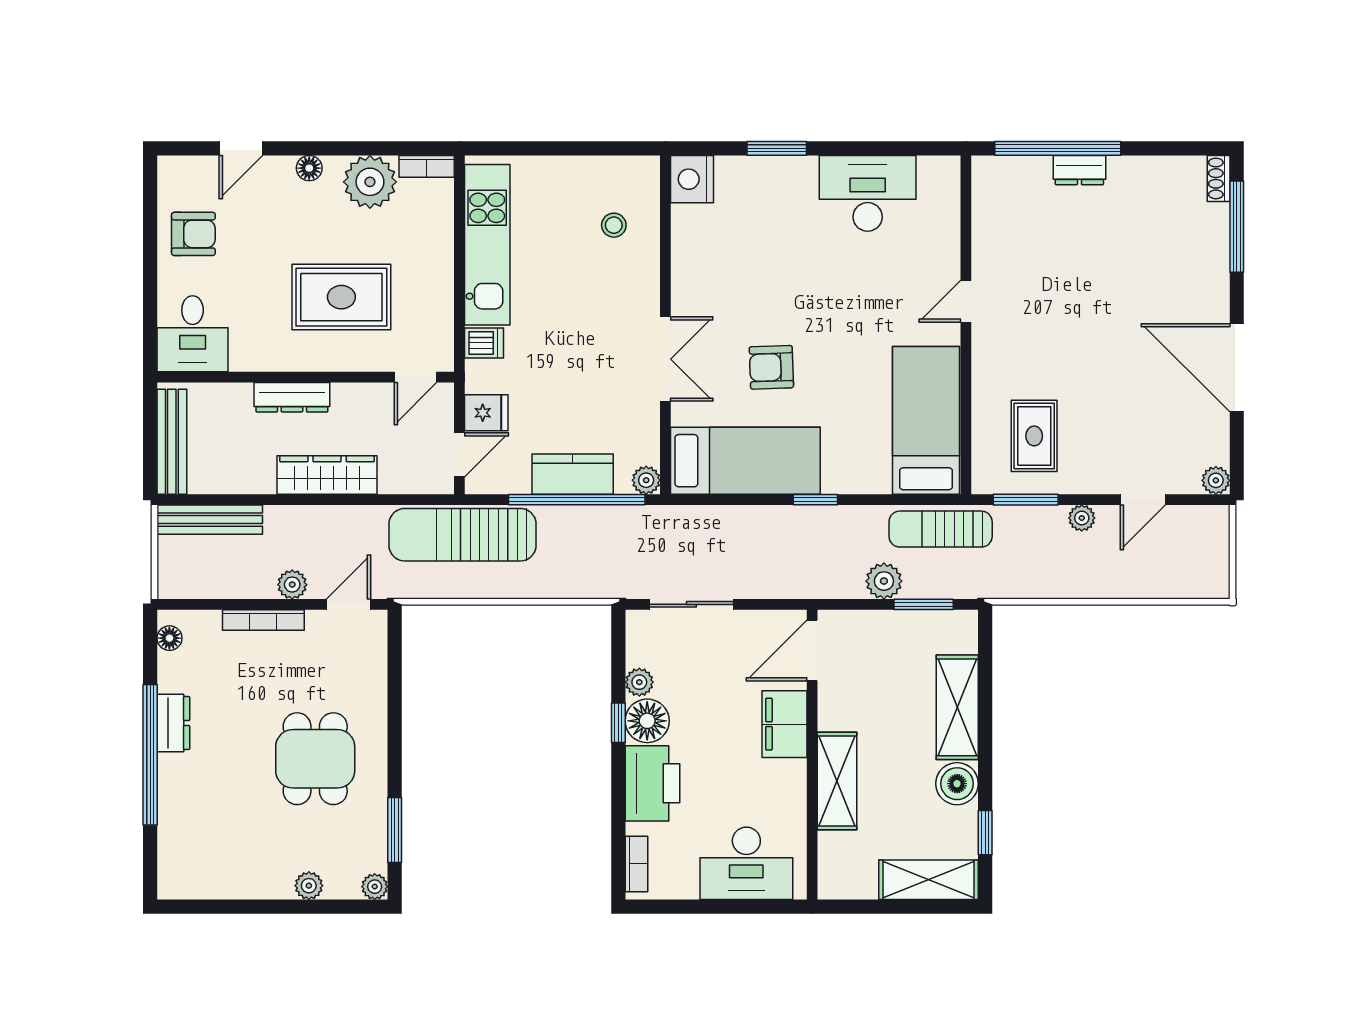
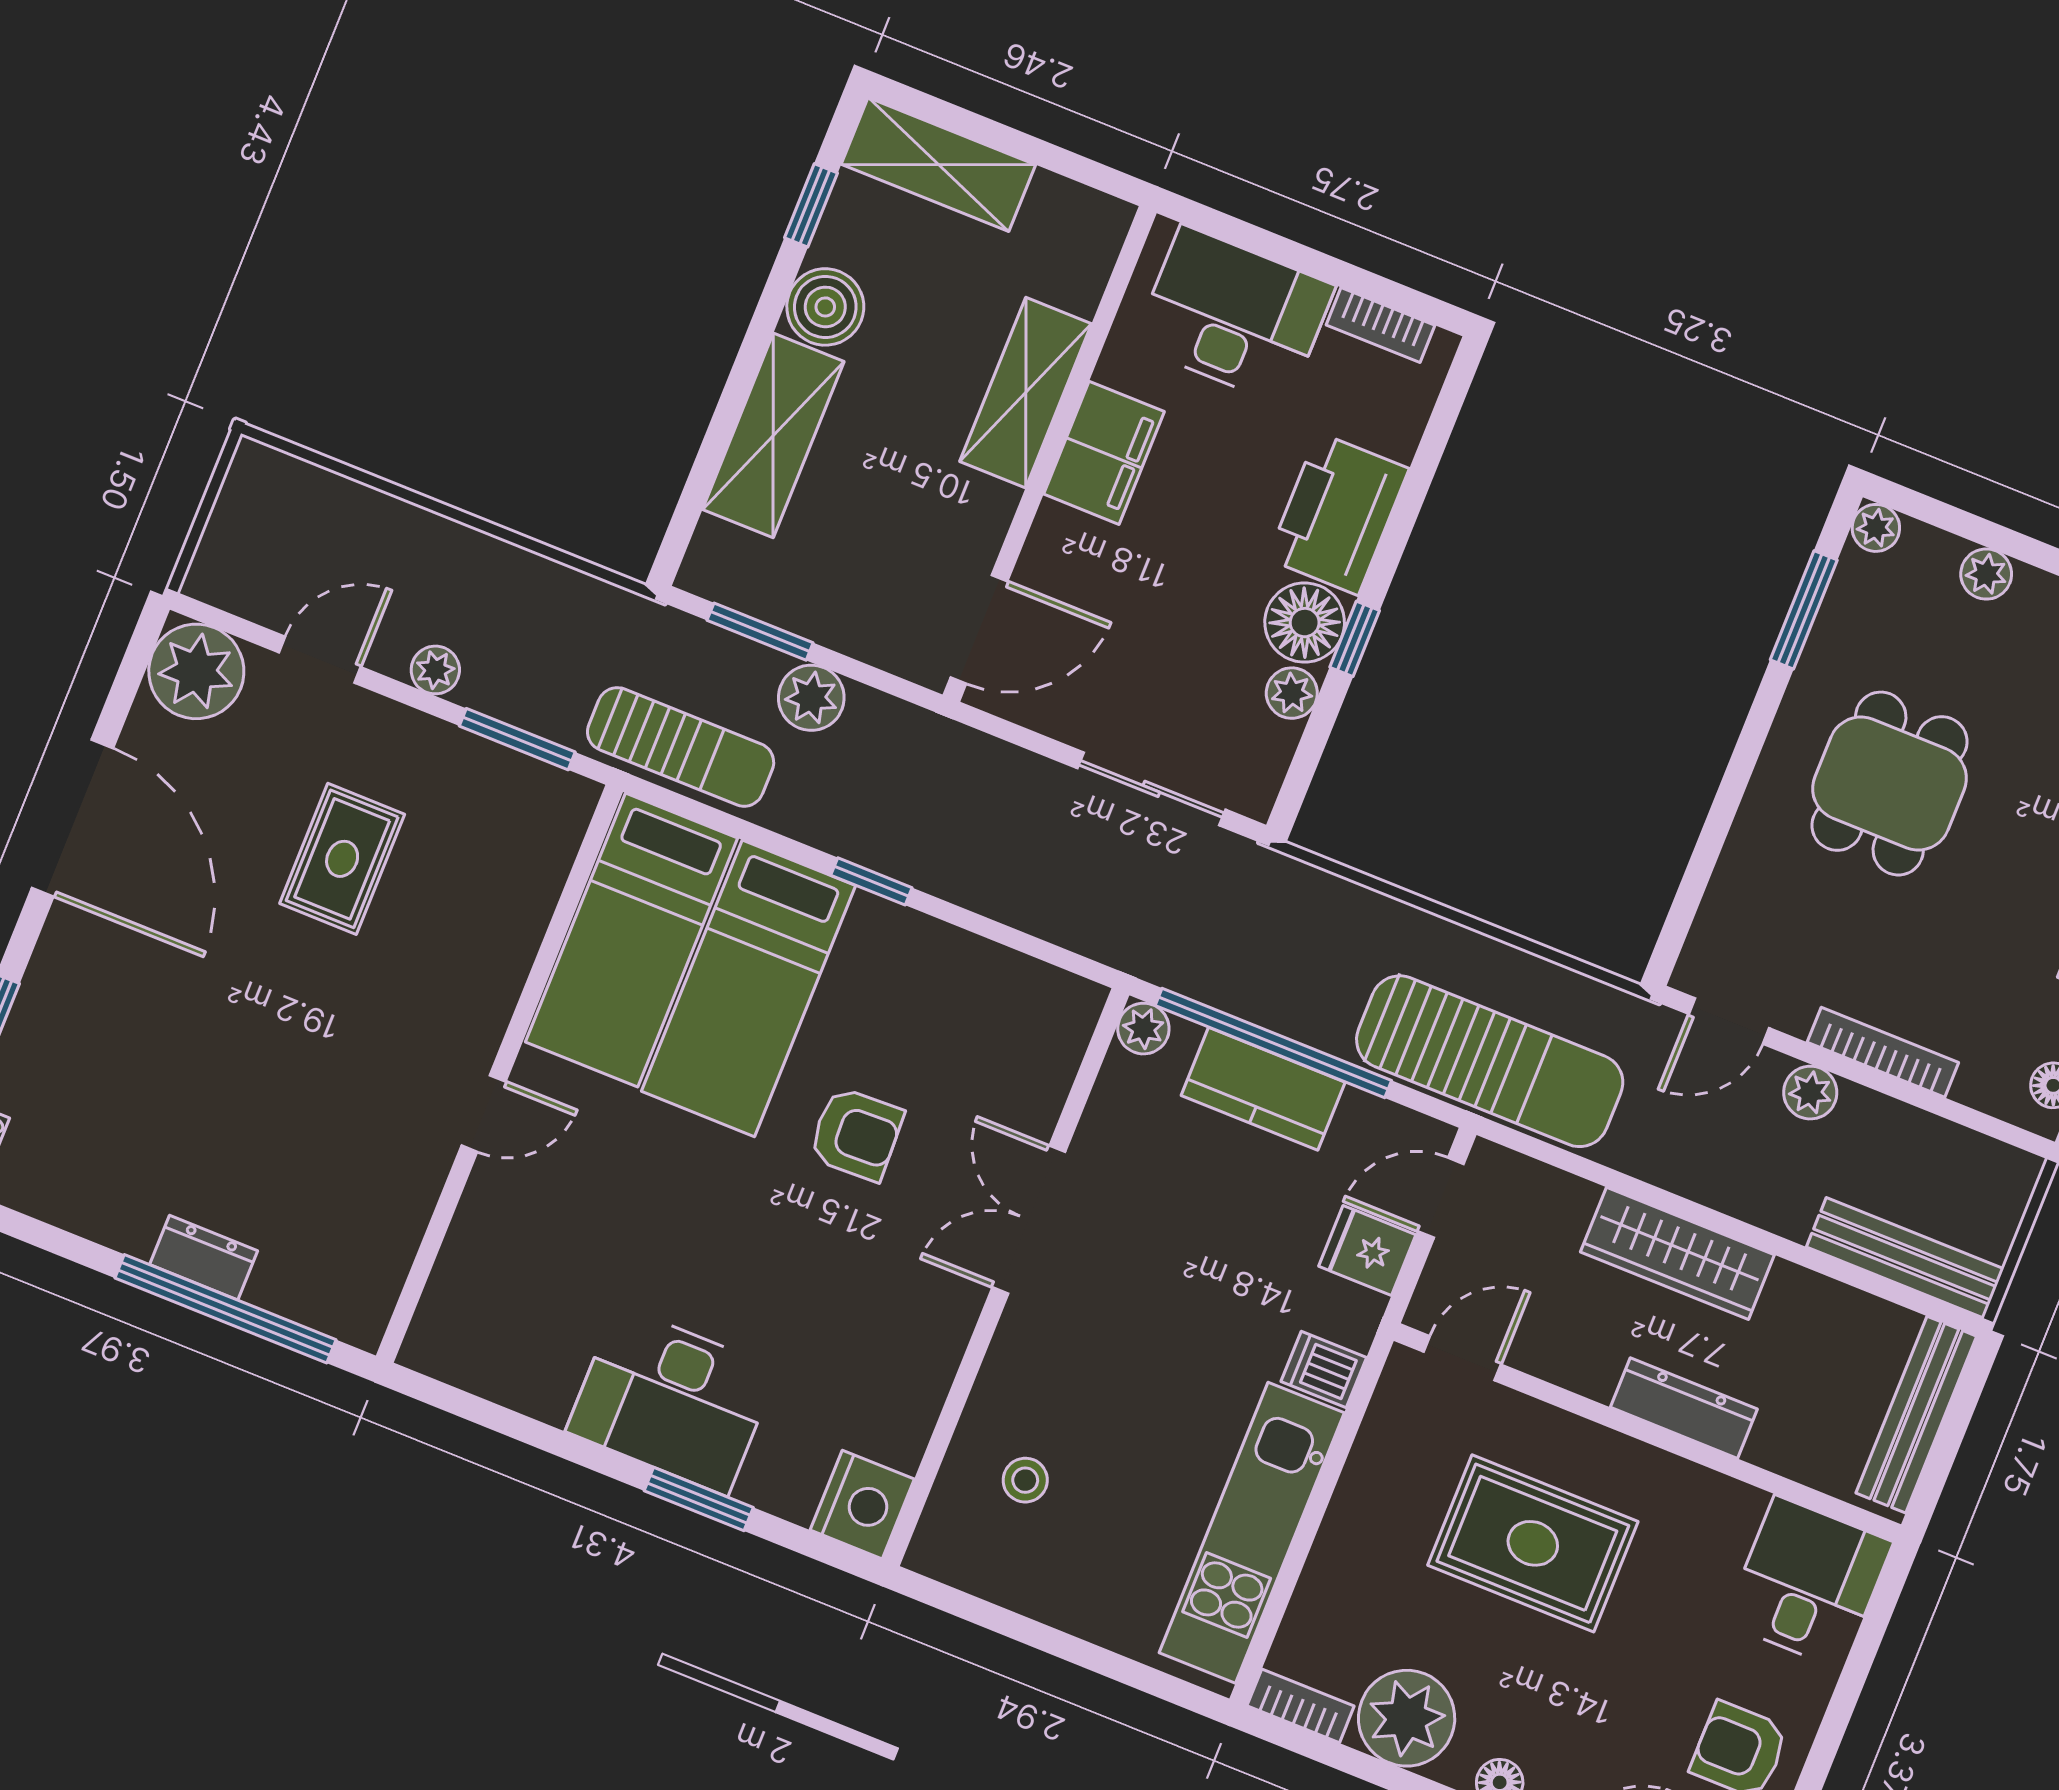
desk: (868, 193) -> (672, 1400), moved
rug: (1034, 436) -> (342, 859), moved
bed: (745, 461) -> (748, 988), moved, turned -90
plant: (1216, 480) -> (196, 671), width x1.88, depth x1.88
filing cabinet: (785, 724) -> (1104, 453), moved
bookcase: (636, 864) -> (1381, 325), moved, turned -90

